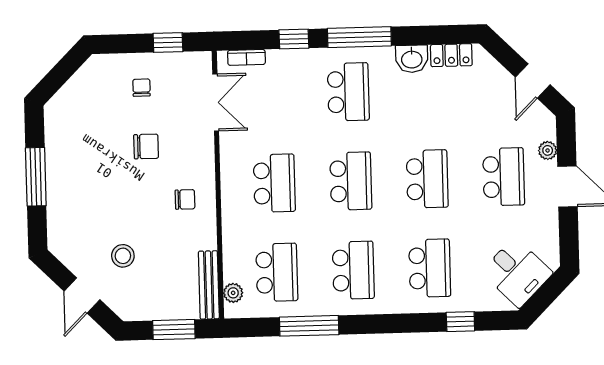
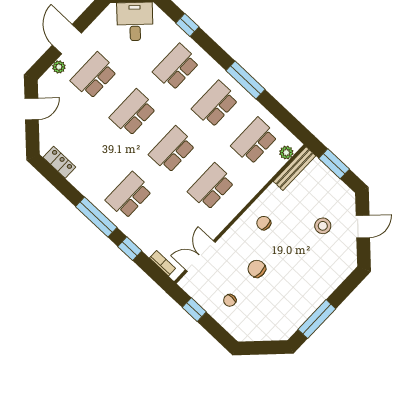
washbasin: (412, 59) -> (81, 180), removed
window: (36, 177) -> (317, 319), moved
window: (309, 326) -> (246, 80), moved

